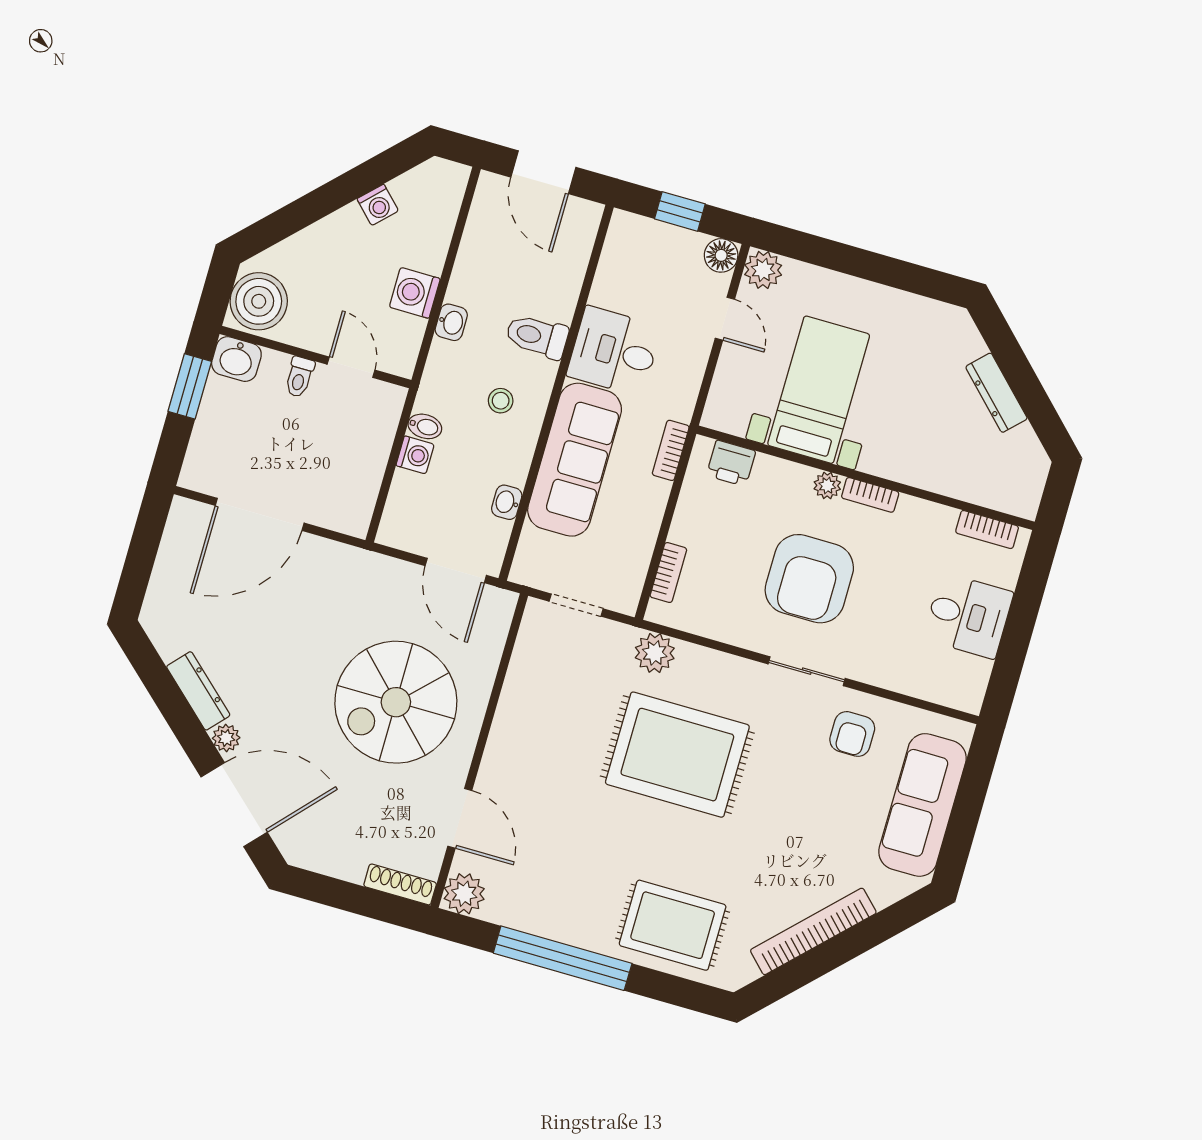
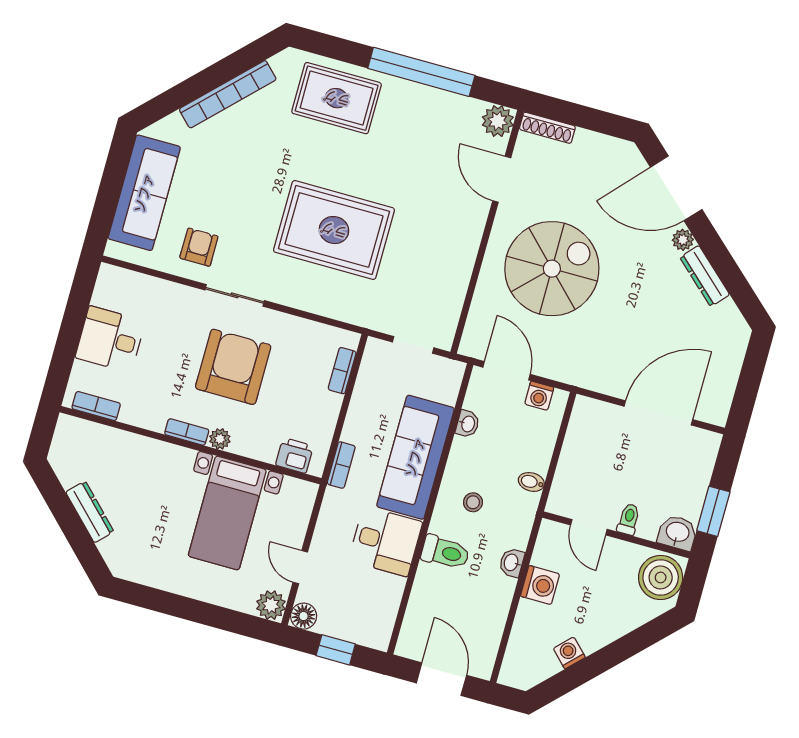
washing machine: (415, 455) -> (539, 396), moved, turned -90
plant: (655, 653) -> (352, 308), removed

